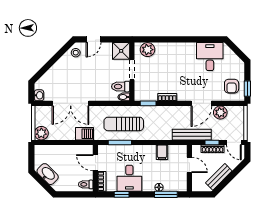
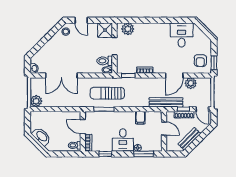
door: (93, 39) -> (81, 20), hinge flipped
barbecue: (85, 134) -> (73, 102), removed
desk: (129, 178) -> (123, 140), moved

